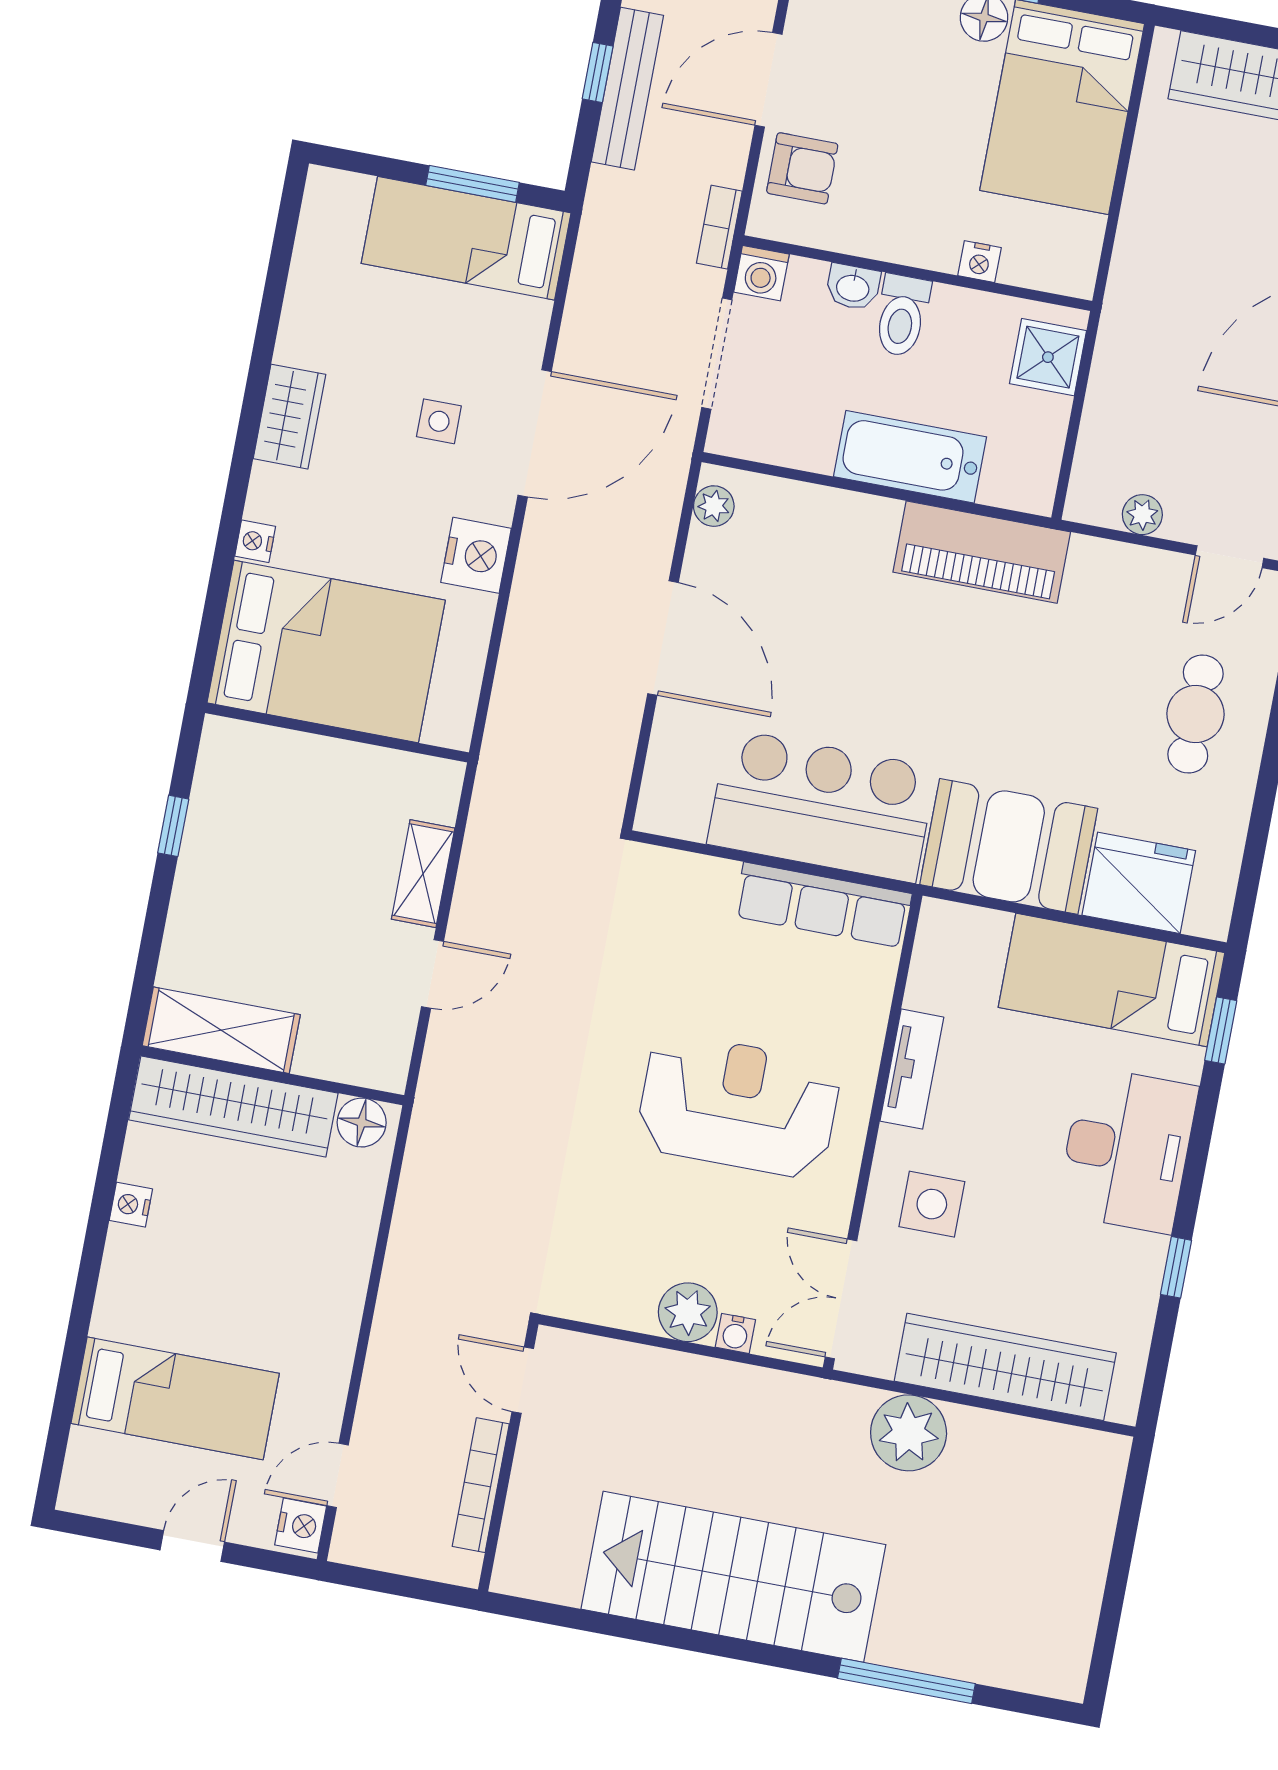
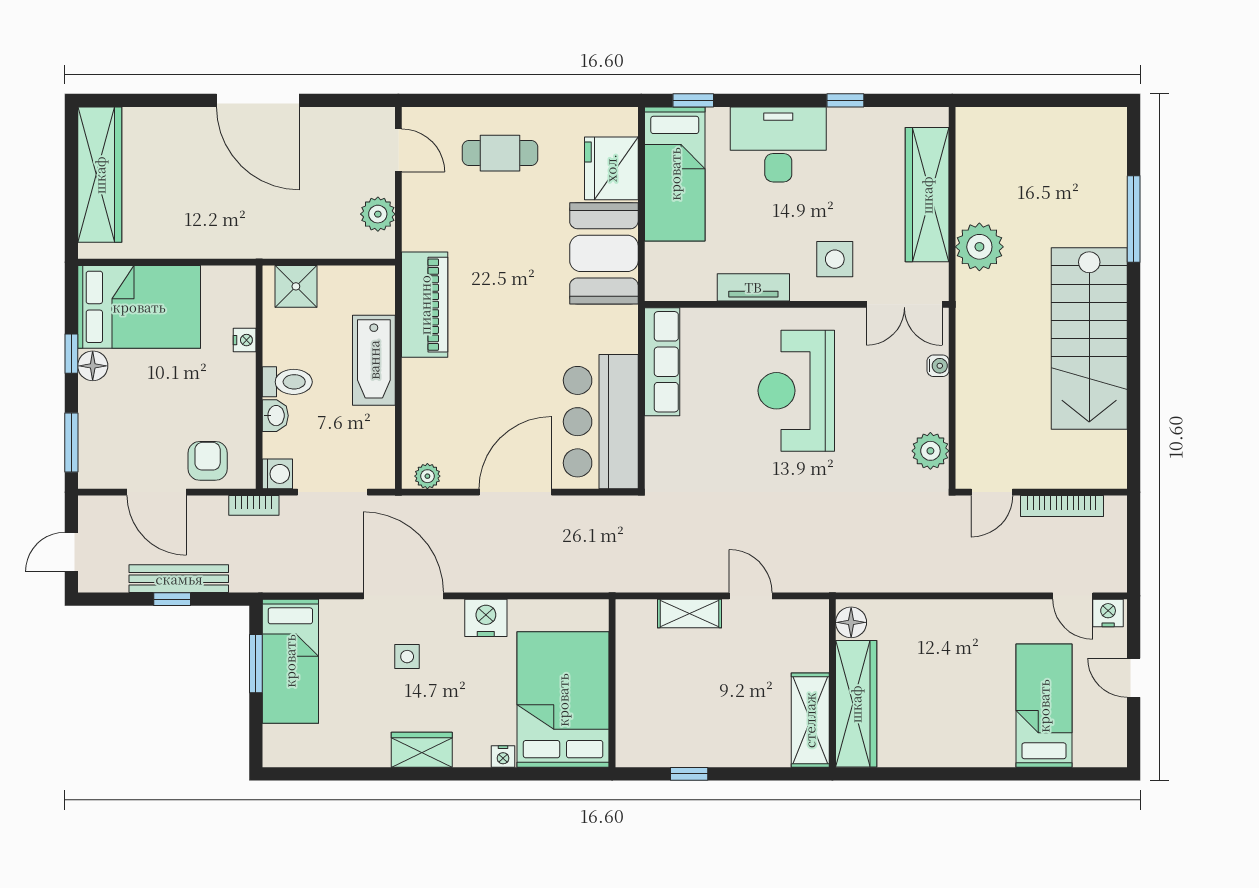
plant: (1142, 515) -> (378, 214), width x1.38, depth x1.38
bar counter: (822, 806) -> (601, 422), moved
nightstand: (131, 1205) -> (929, 756), removed
plant: (688, 1312) -> (930, 451), moved

